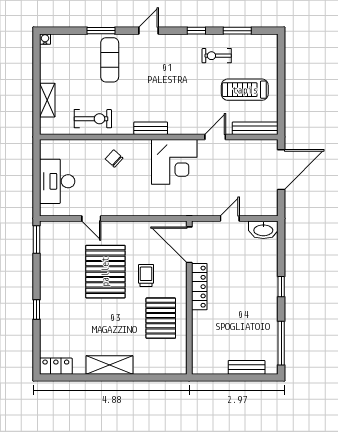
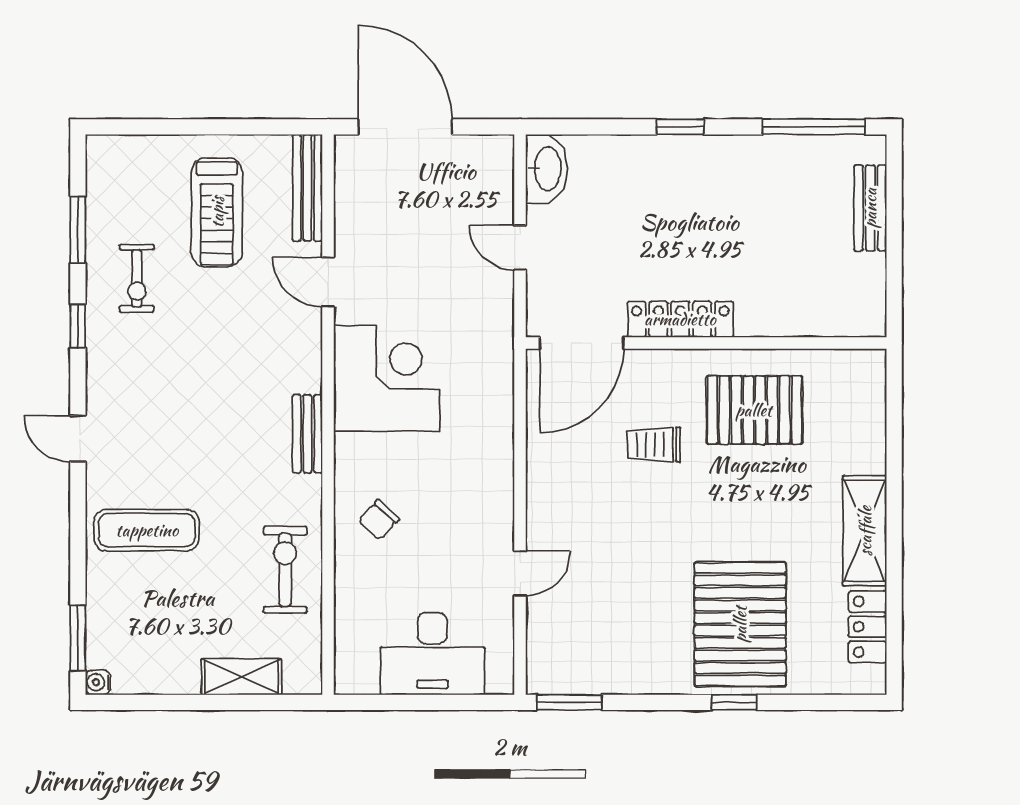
window: (101, 31) -> (78, 638), moved
pallet: (105, 272) -> (740, 624), moved, turned 90
locker: (56, 366) -> (867, 627), moved

